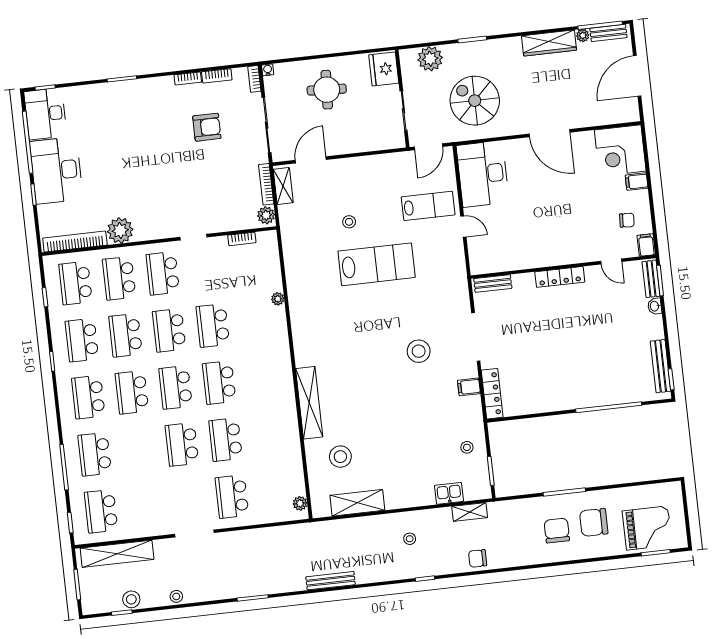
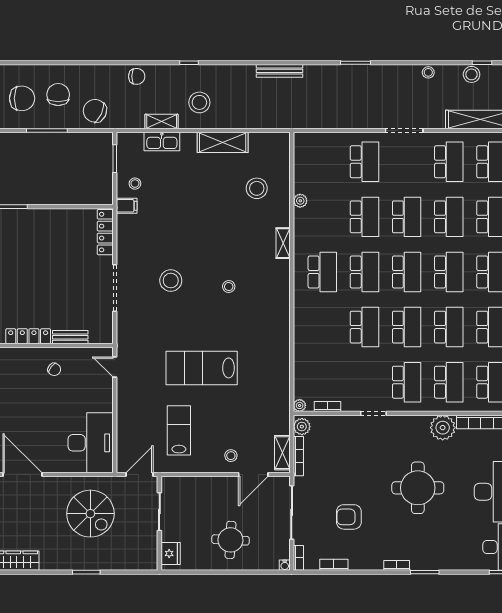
plant: (430, 59) -> (128, 558), removed
fridge: (384, 69) -> (171, 553), width x0.73, depth x0.75
bookcase: (188, 79) -> (397, 565), moved
round table: (139, 165) -> (418, 488), added
lab bench: (428, 206) -> (179, 430), moved, turned 90
stool: (349, 222) -> (231, 456), moved
door: (463, 227) -> (115, 367), moved
chair: (529, 246) -> (54, 369), added
bench: (493, 283) -> (70, 337), moved
plant: (278, 299) -> (300, 405), moved
stool: (358, 352) -> (229, 287), added
school desk: (263, 378) -> (322, 272), added
filing cabinet: (469, 387) -> (127, 206), moved
shelving: (309, 403) -> (283, 243), width x0.45, depth x0.75
school desk: (138, 449) -> (449, 217), added
kitchen sink: (449, 493) -> (162, 142), width x1.38
plant: (300, 503) -> (300, 201), moved
shelving: (357, 503) -> (223, 142), moved
school desk: (145, 506) -> (449, 162), added
shelving: (470, 512) -> (162, 122), moved
chair: (517, 518) -> (95, 111), added
chair: (557, 531) -> (58, 95), turned 180
stool: (410, 539) -> (199, 102), width x1.89, depth x1.89

